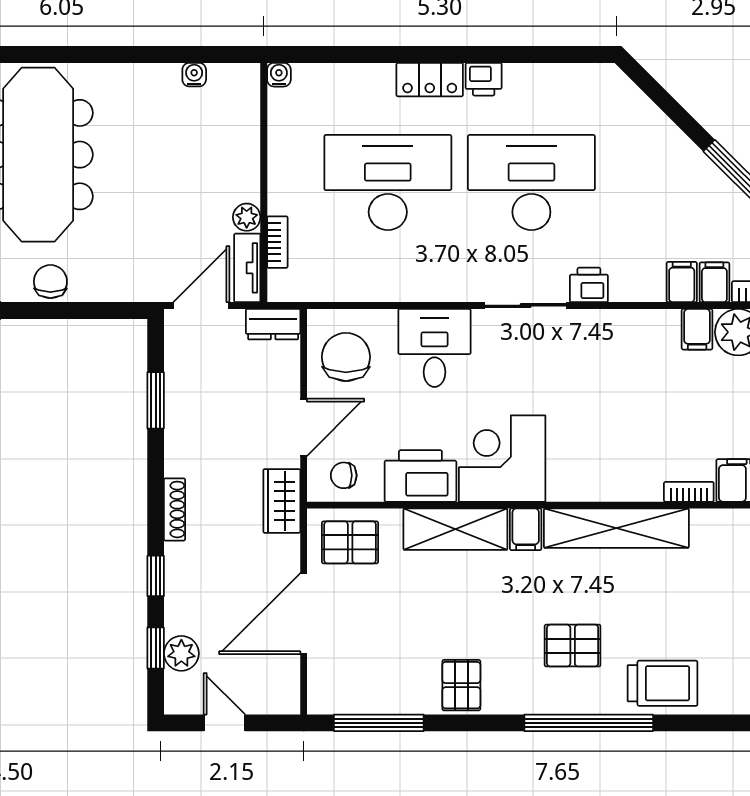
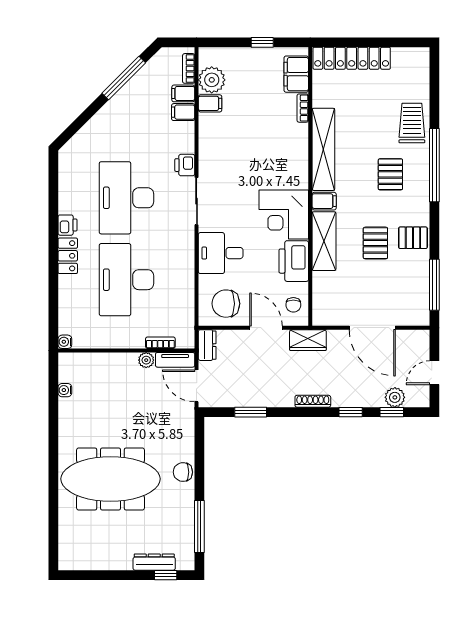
pallet: (350, 542) -> (375, 243), moved

